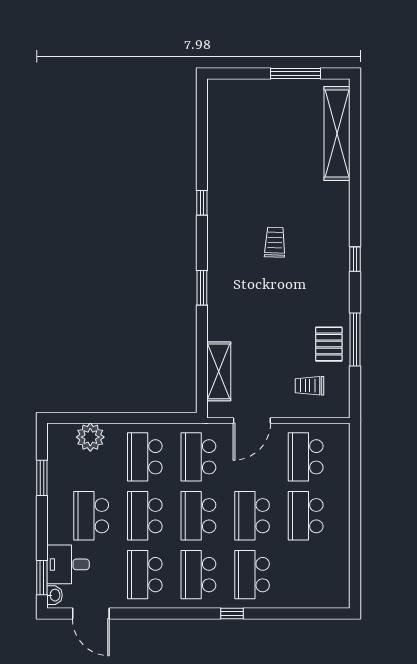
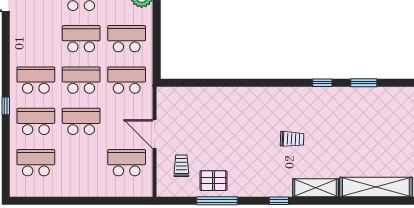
window: (202, 288) -> (364, 83), moved
shelving: (219, 371) -> (316, 188), moved
door: (252, 421) -> (155, 134), moved
school desk: (306, 516) -> (36, 163), moved
school desk: (145, 575) -> (36, 39), removed

